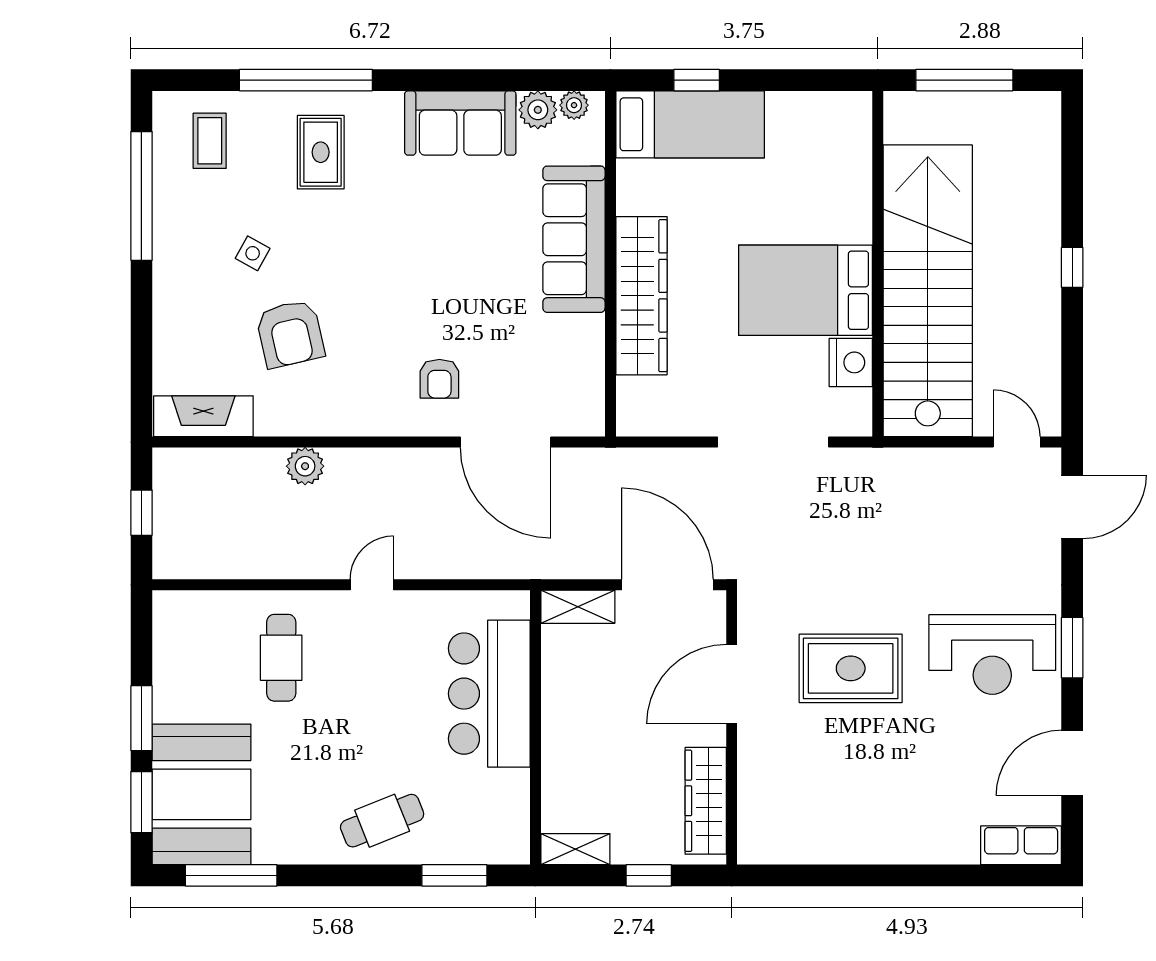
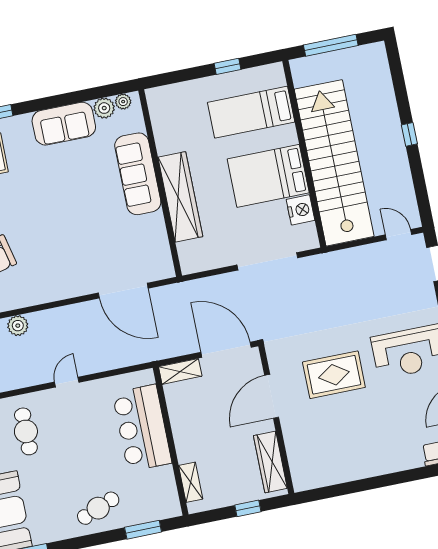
window: (697, 80) -> (228, 66), moved
bed: (690, 124) -> (251, 112), moved, turned 180
armchair: (439, 379) -> (81, 264), removed
shelving: (575, 849) -> (191, 482), moved, turned 90

